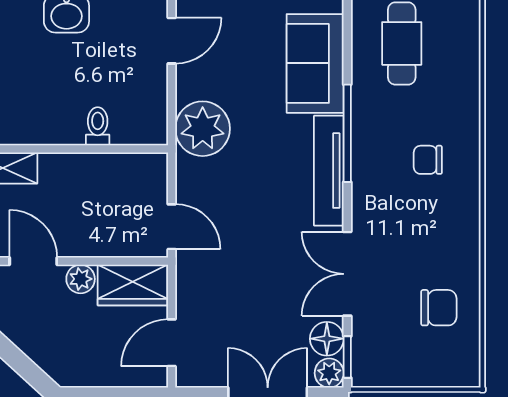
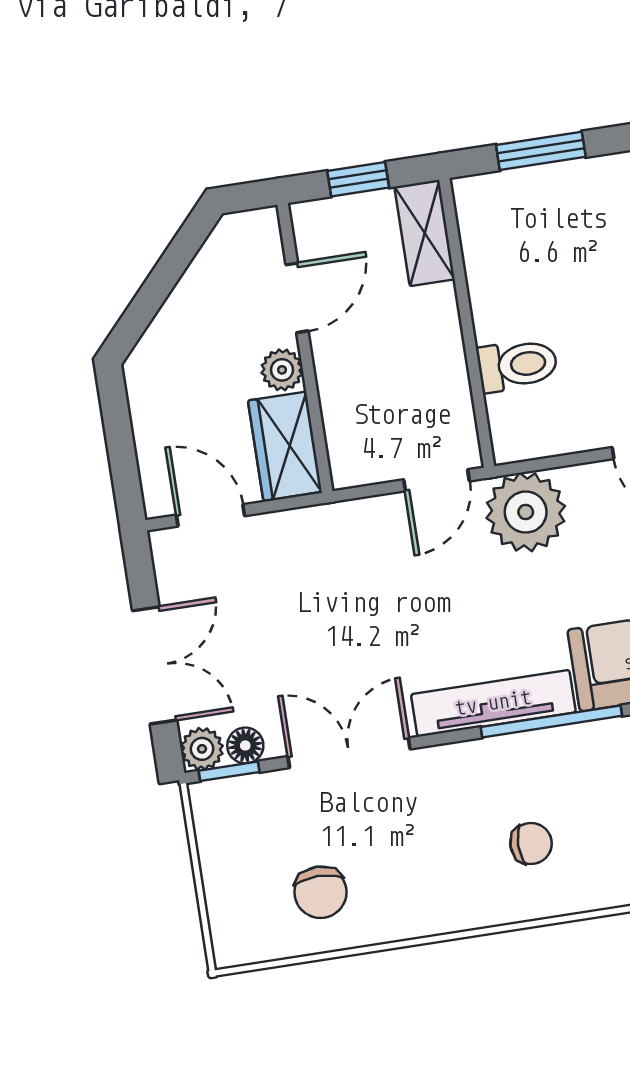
toilet: (98, 126) -> (517, 365), width x1.37, depth x1.39
chair: (428, 160) -> (531, 843), turned 90
door: (172, 227) -> (436, 480), moved
floor lamp: (327, 339) -> (245, 745), width x0.73, depth x0.73

